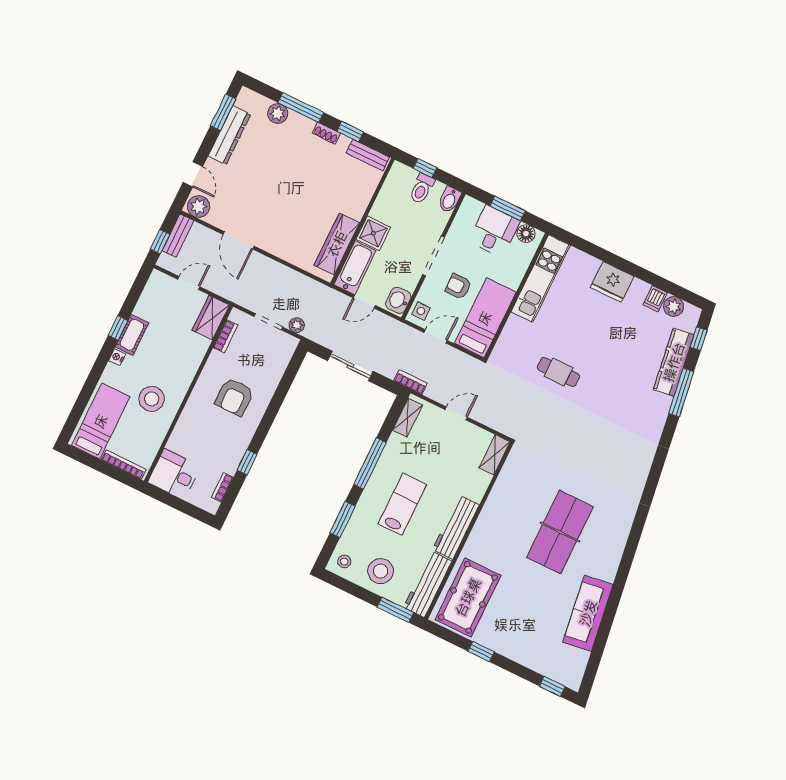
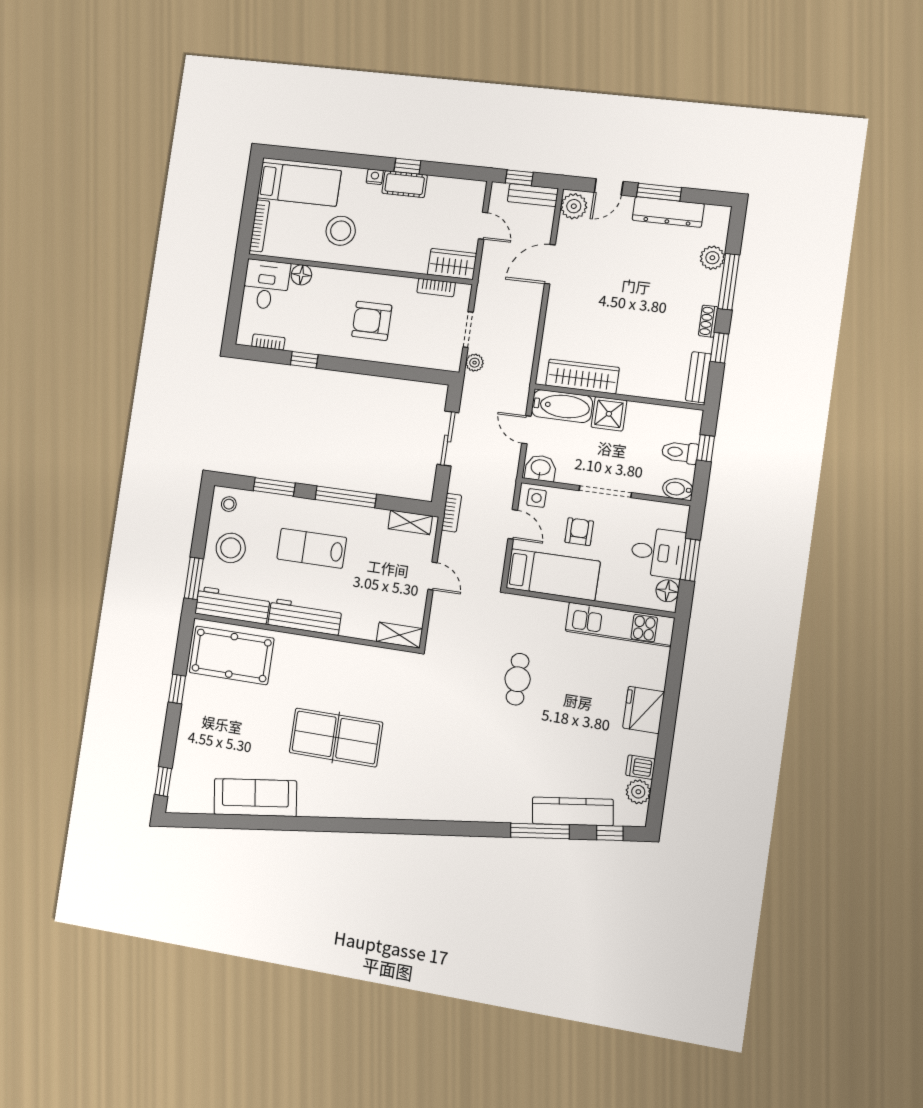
window: (223, 112) -> (659, 192), moved
floor lamp: (176, 443) -> (301, 275), added
lab bench: (402, 504) -> (312, 548), turned 180

